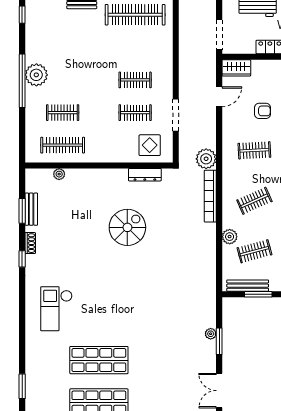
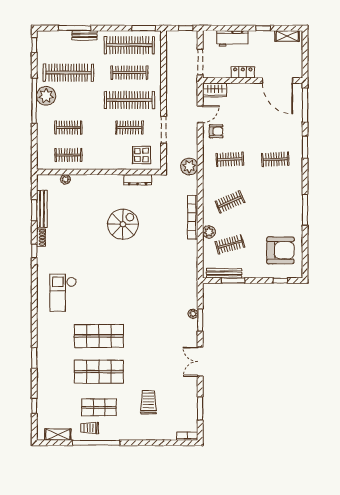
clothes rail: (63, 47) -> (68, 73), added
clothes rail: (135, 47) -> (129, 73), added
clothes rail: (135, 80) -> (129, 100), width x1.86, depth x1.31
armchair: (262, 111) -> (216, 131), moved
clothes rail: (63, 145) -> (68, 155), width x0.73
bookcase: (210, 196) -> (193, 217), moved
bench: (31, 209) -> (42, 209), width x1.36

